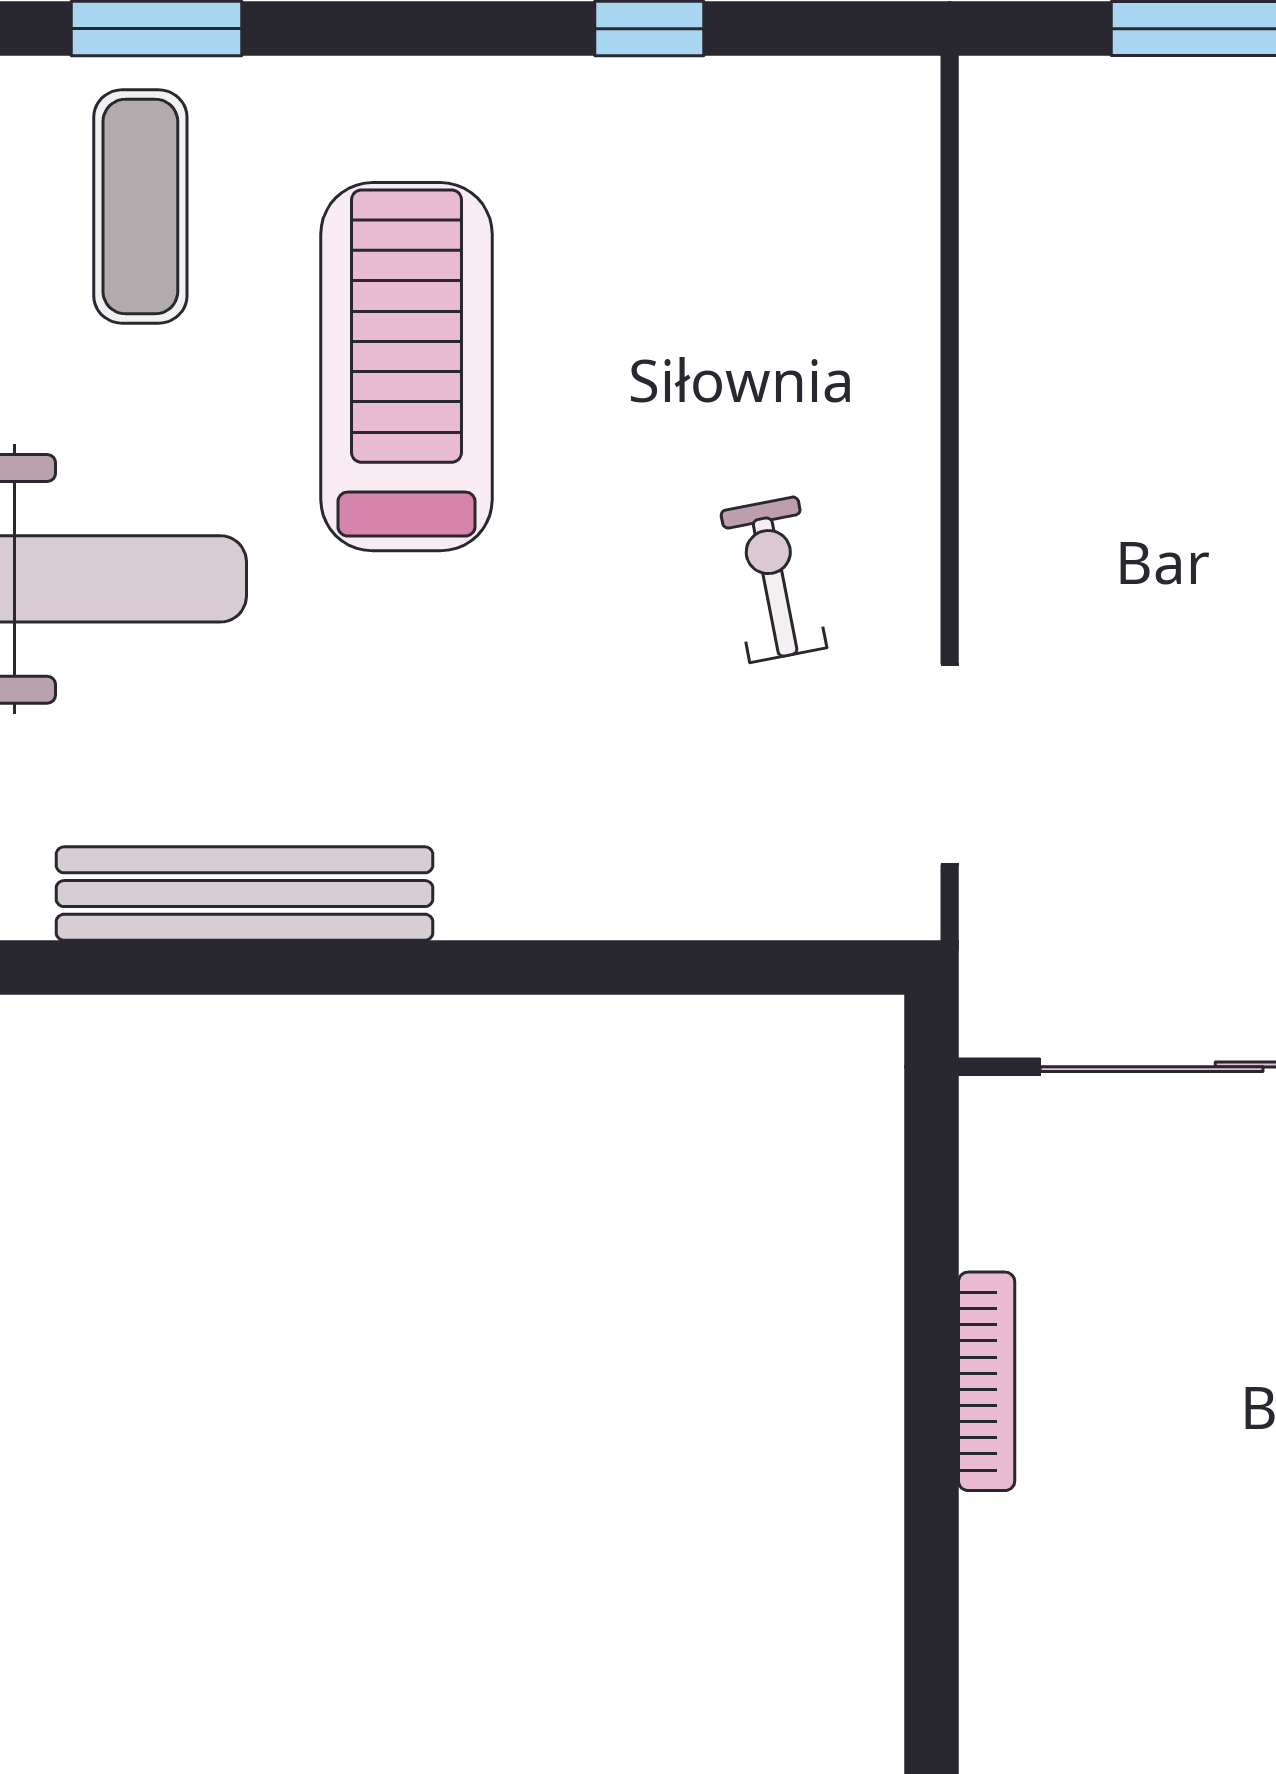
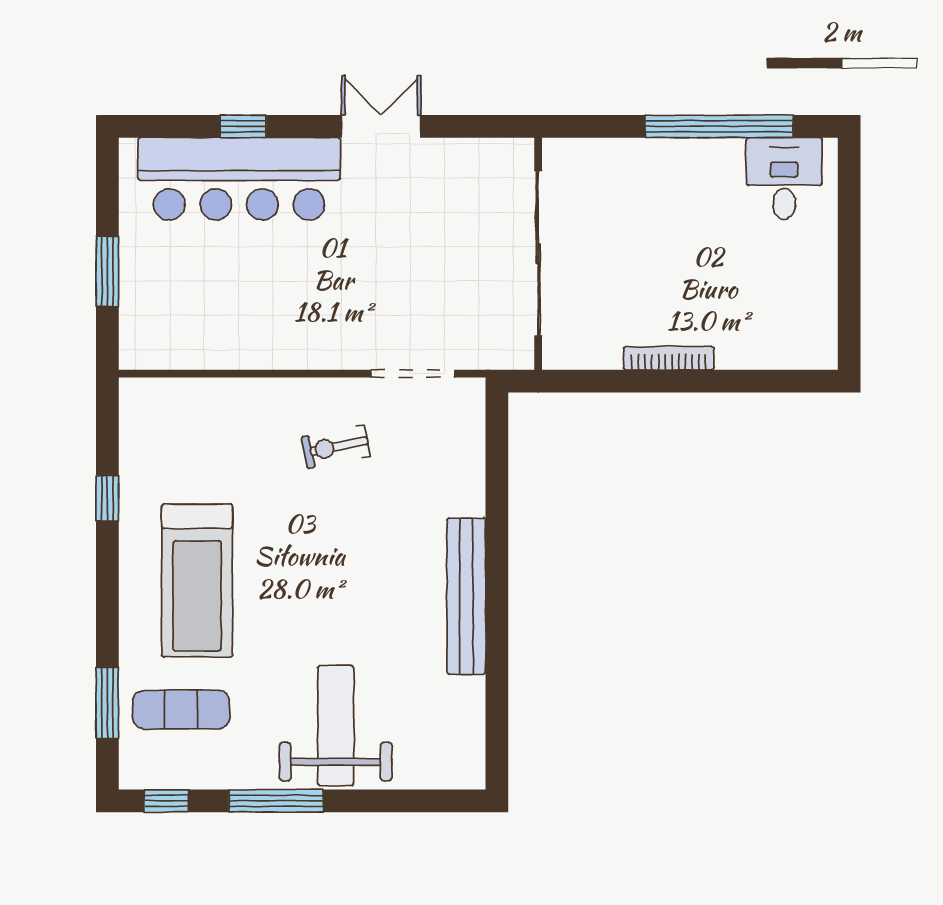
treadmill: (406, 367) -> (197, 581), moved, turned -90
bench: (244, 894) -> (466, 596), moved

